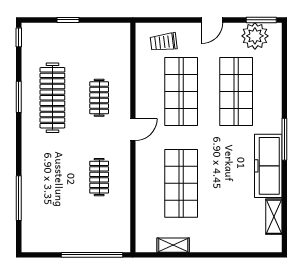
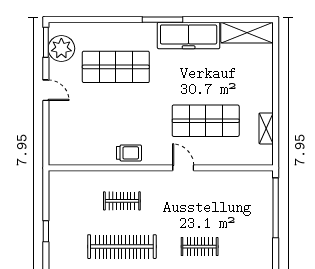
trolley: (164, 42) -> (129, 153), moved, turned -83
shop shelf: (181, 91) -> (116, 121), removed
door: (133, 129) -> (183, 168), moved
clothes rail: (99, 177) -> (200, 247), moved
shelving: (274, 217) -> (247, 33), width x1.50, depth x1.33

